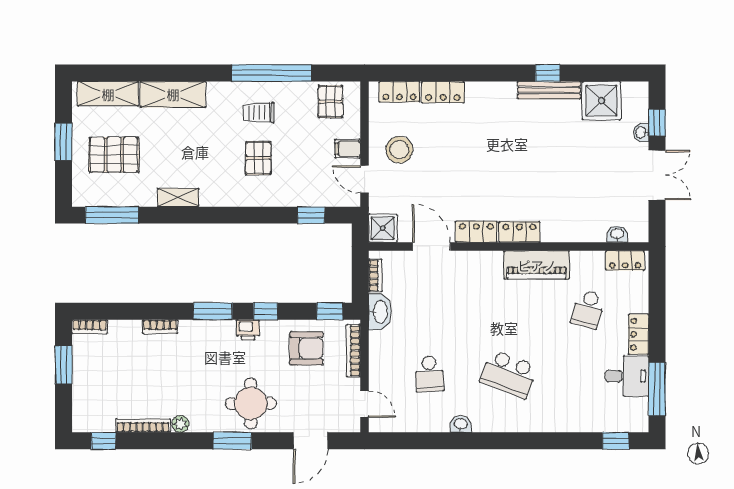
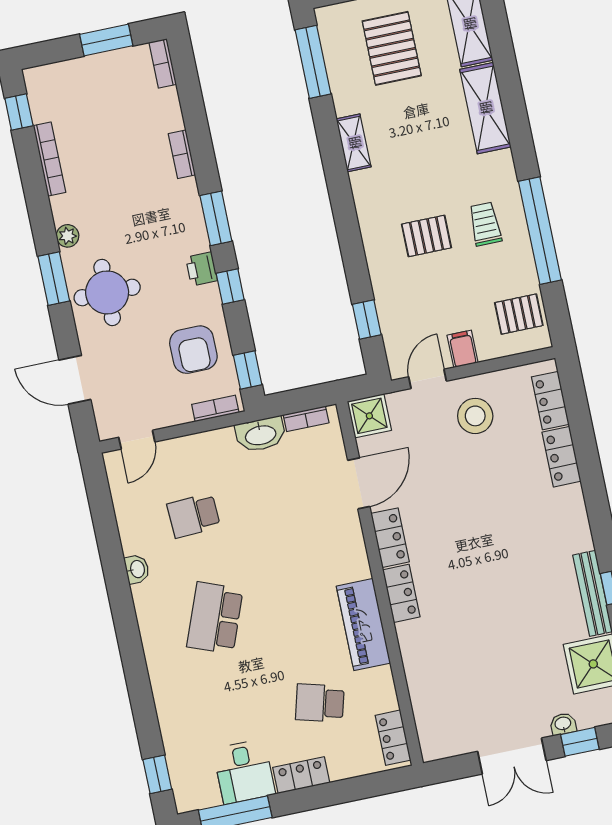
washbasin: (617, 234) -> (425, 720), removed
bookcase: (354, 351) -> (215, 408), width x0.64
plant: (180, 424) -> (68, 236), moved

